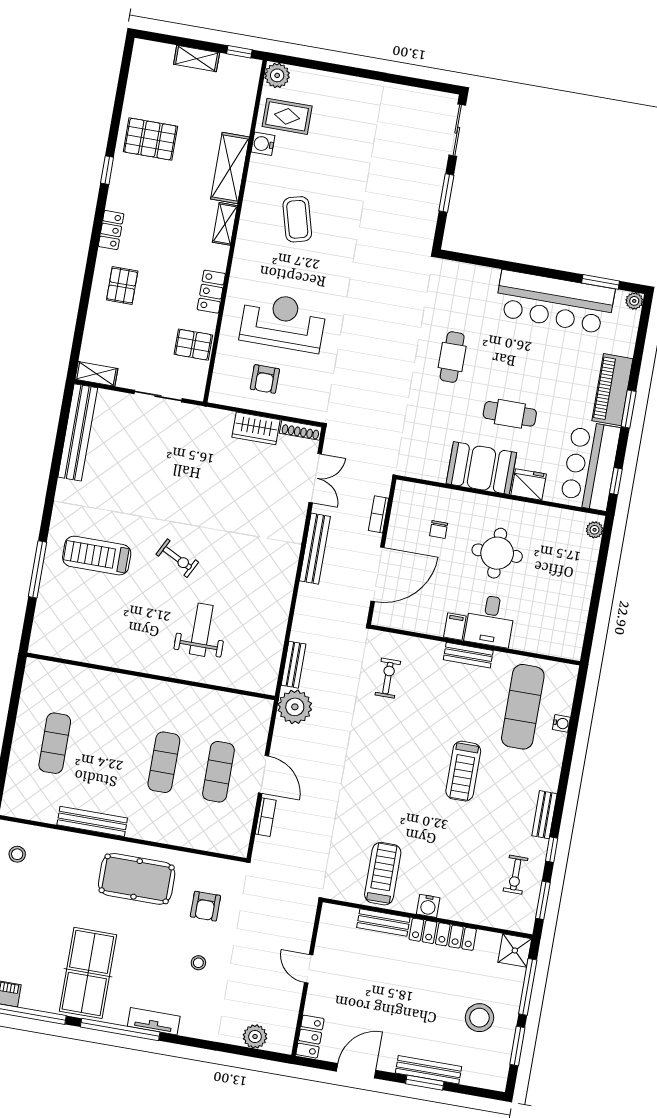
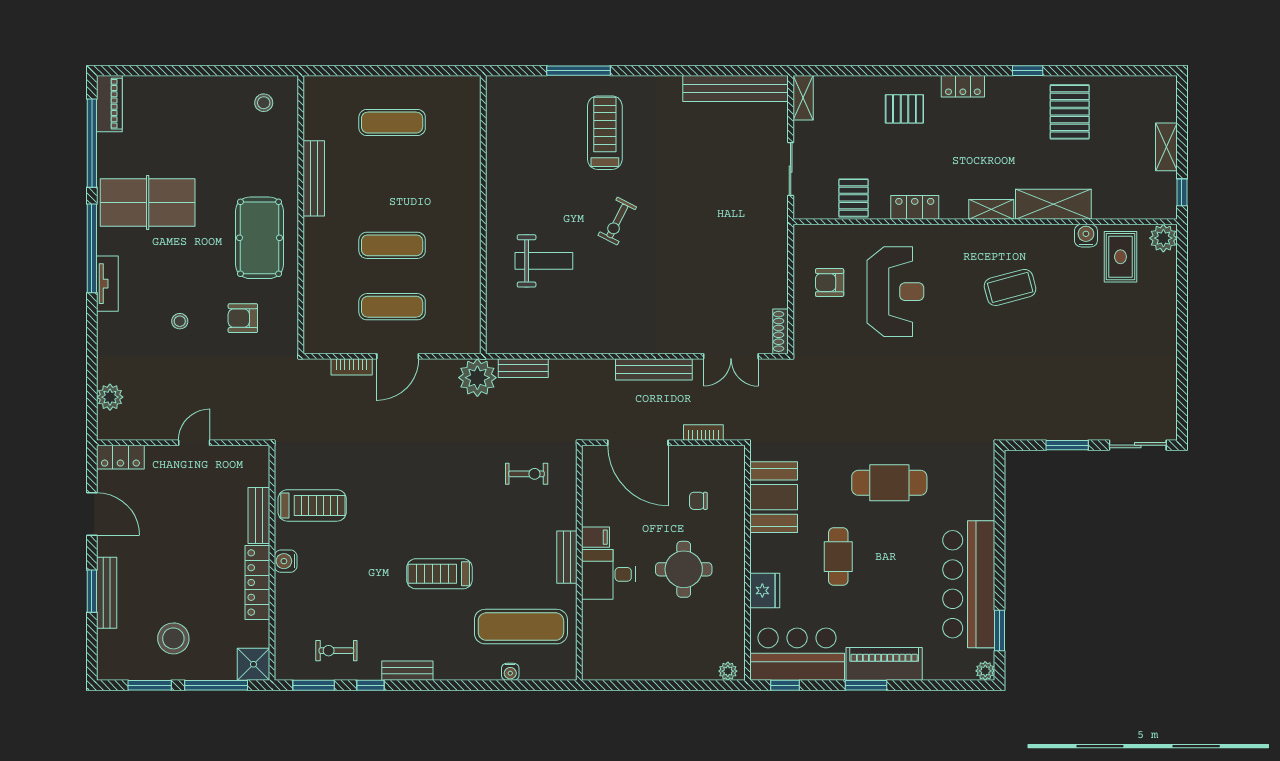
cafe table: (452, 357) -> (889, 483), width x1.37, depth x1.35
wardrobe: (256, 428) -> (774, 282), removed
booth: (481, 468) -> (774, 497), moved

